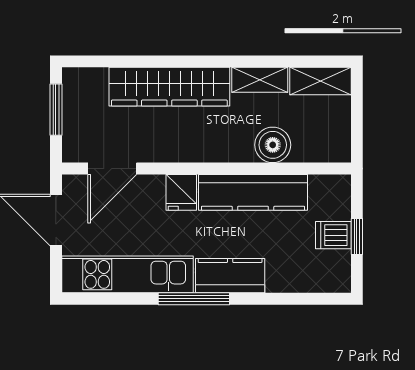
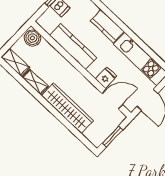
boiler: (273, 145) -> (32, 38), moved
fridge: (181, 192) -> (106, 78), moved
window: (194, 299) -> (126, 30), removed

